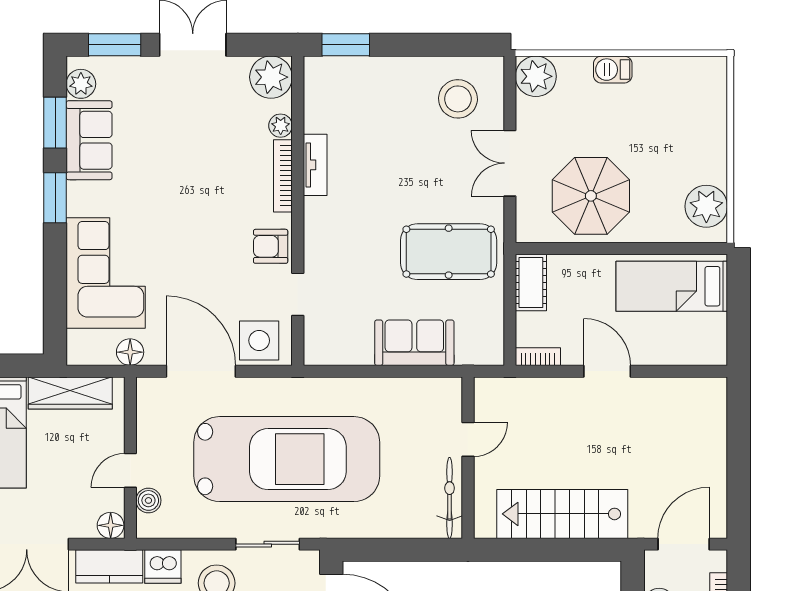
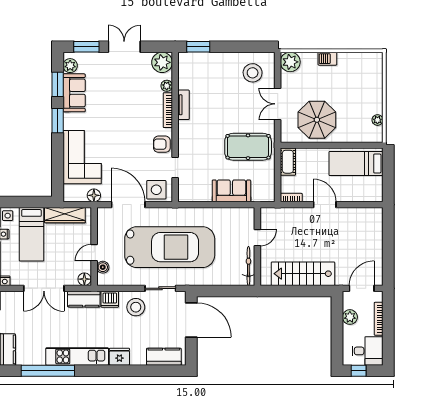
plant: (706, 206) -> (377, 120), width x0.53, depth x0.53

